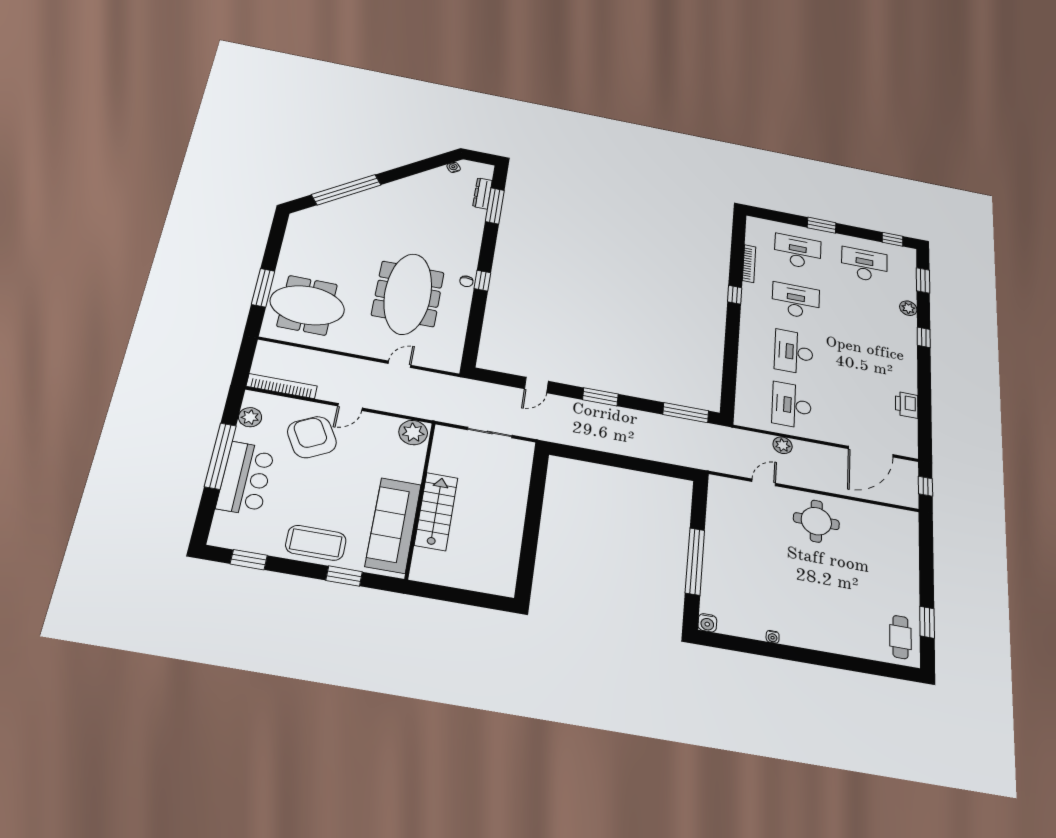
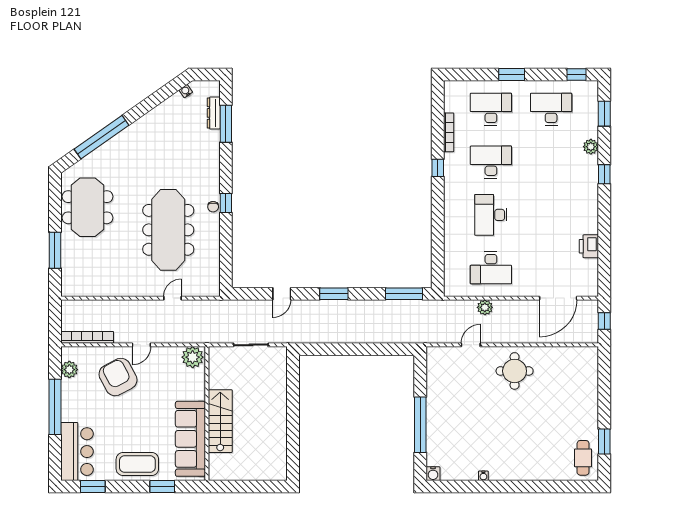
meeting table: (307, 305) -> (88, 207), moved, turned 90
desk: (792, 405) -> (491, 268), turned -90
bar counter: (246, 478) -> (77, 452), moved

